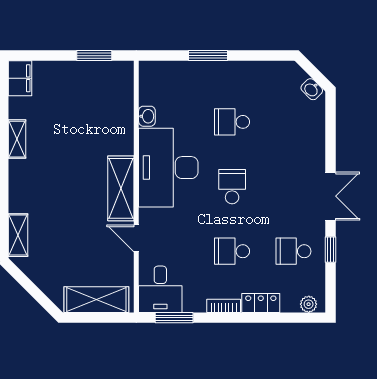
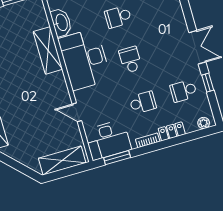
washbasin: (147, 116) -> (61, 22), width x1.91, depth x1.45
shelving: (121, 188) -> (48, 50), moved
school desk: (232, 251) -> (143, 103), turned 180
desk: (160, 289) -> (108, 140), width x1.37

